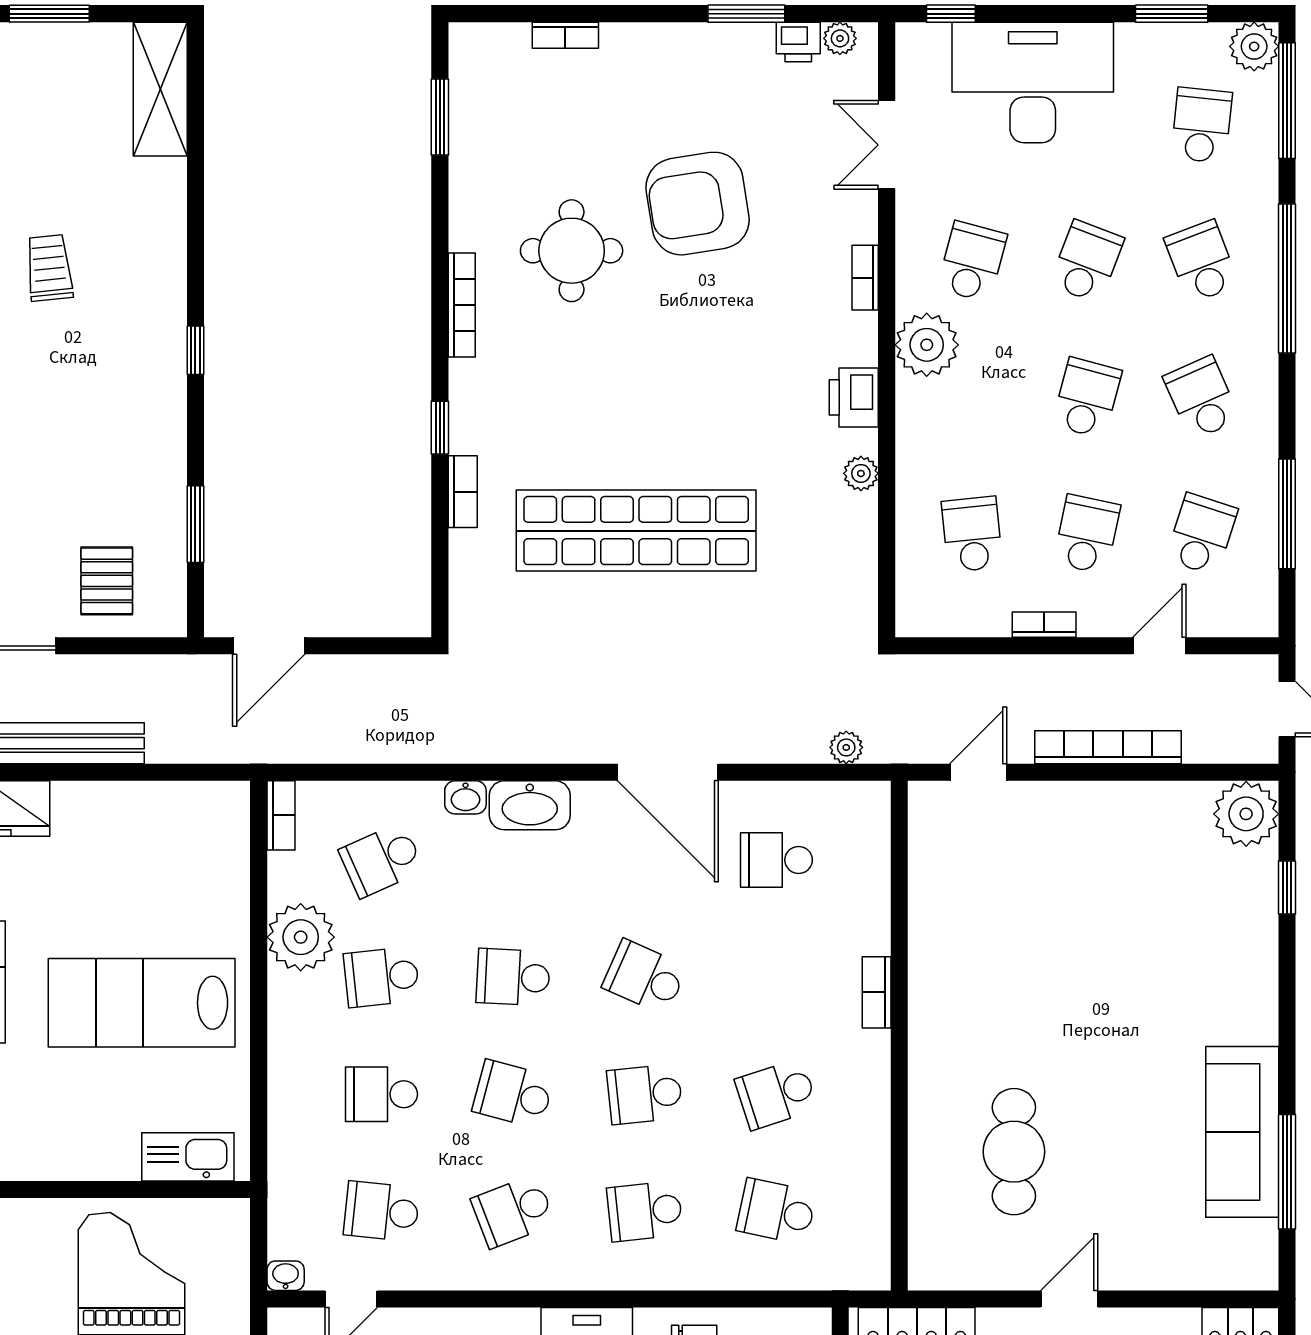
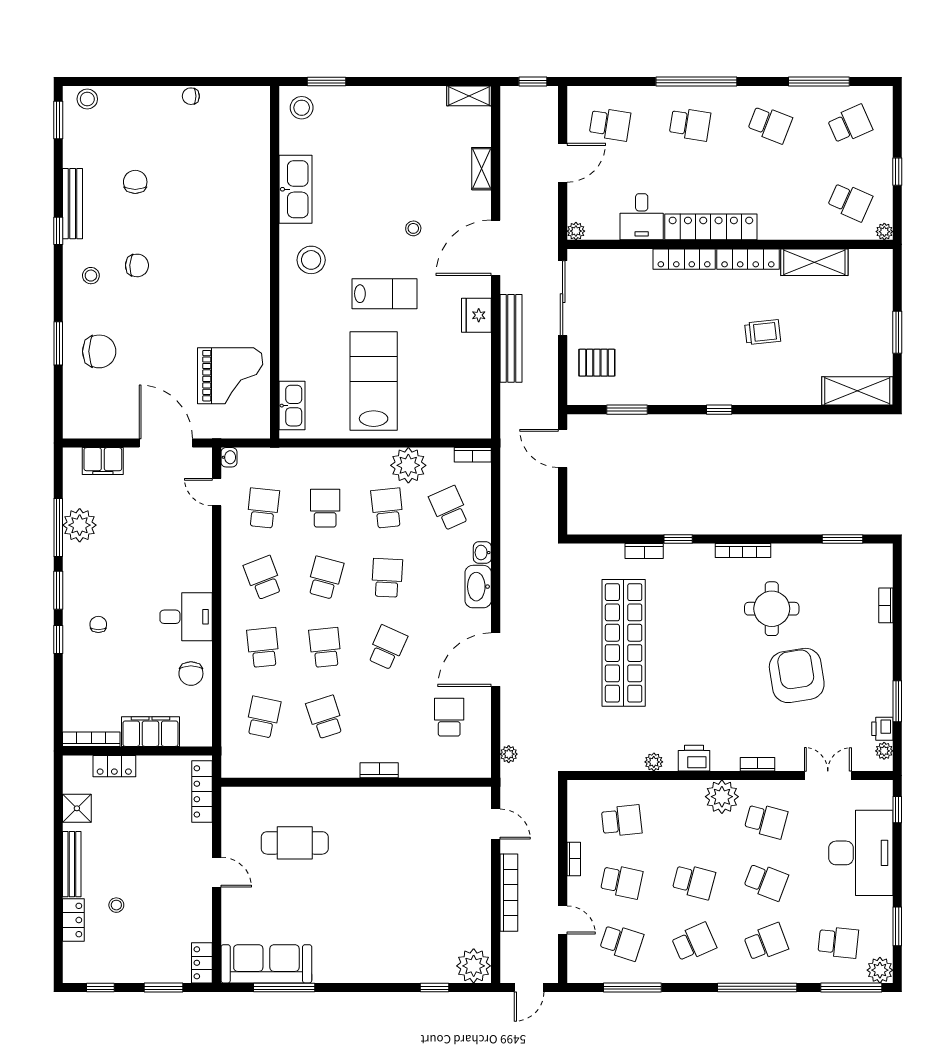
sofa: (1242, 1132) -> (266, 964), moved

